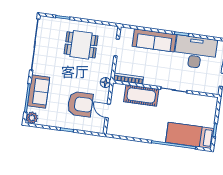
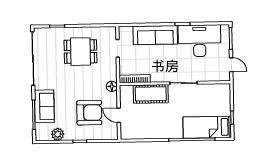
plant: (32, 118) -> (58, 134), moved

